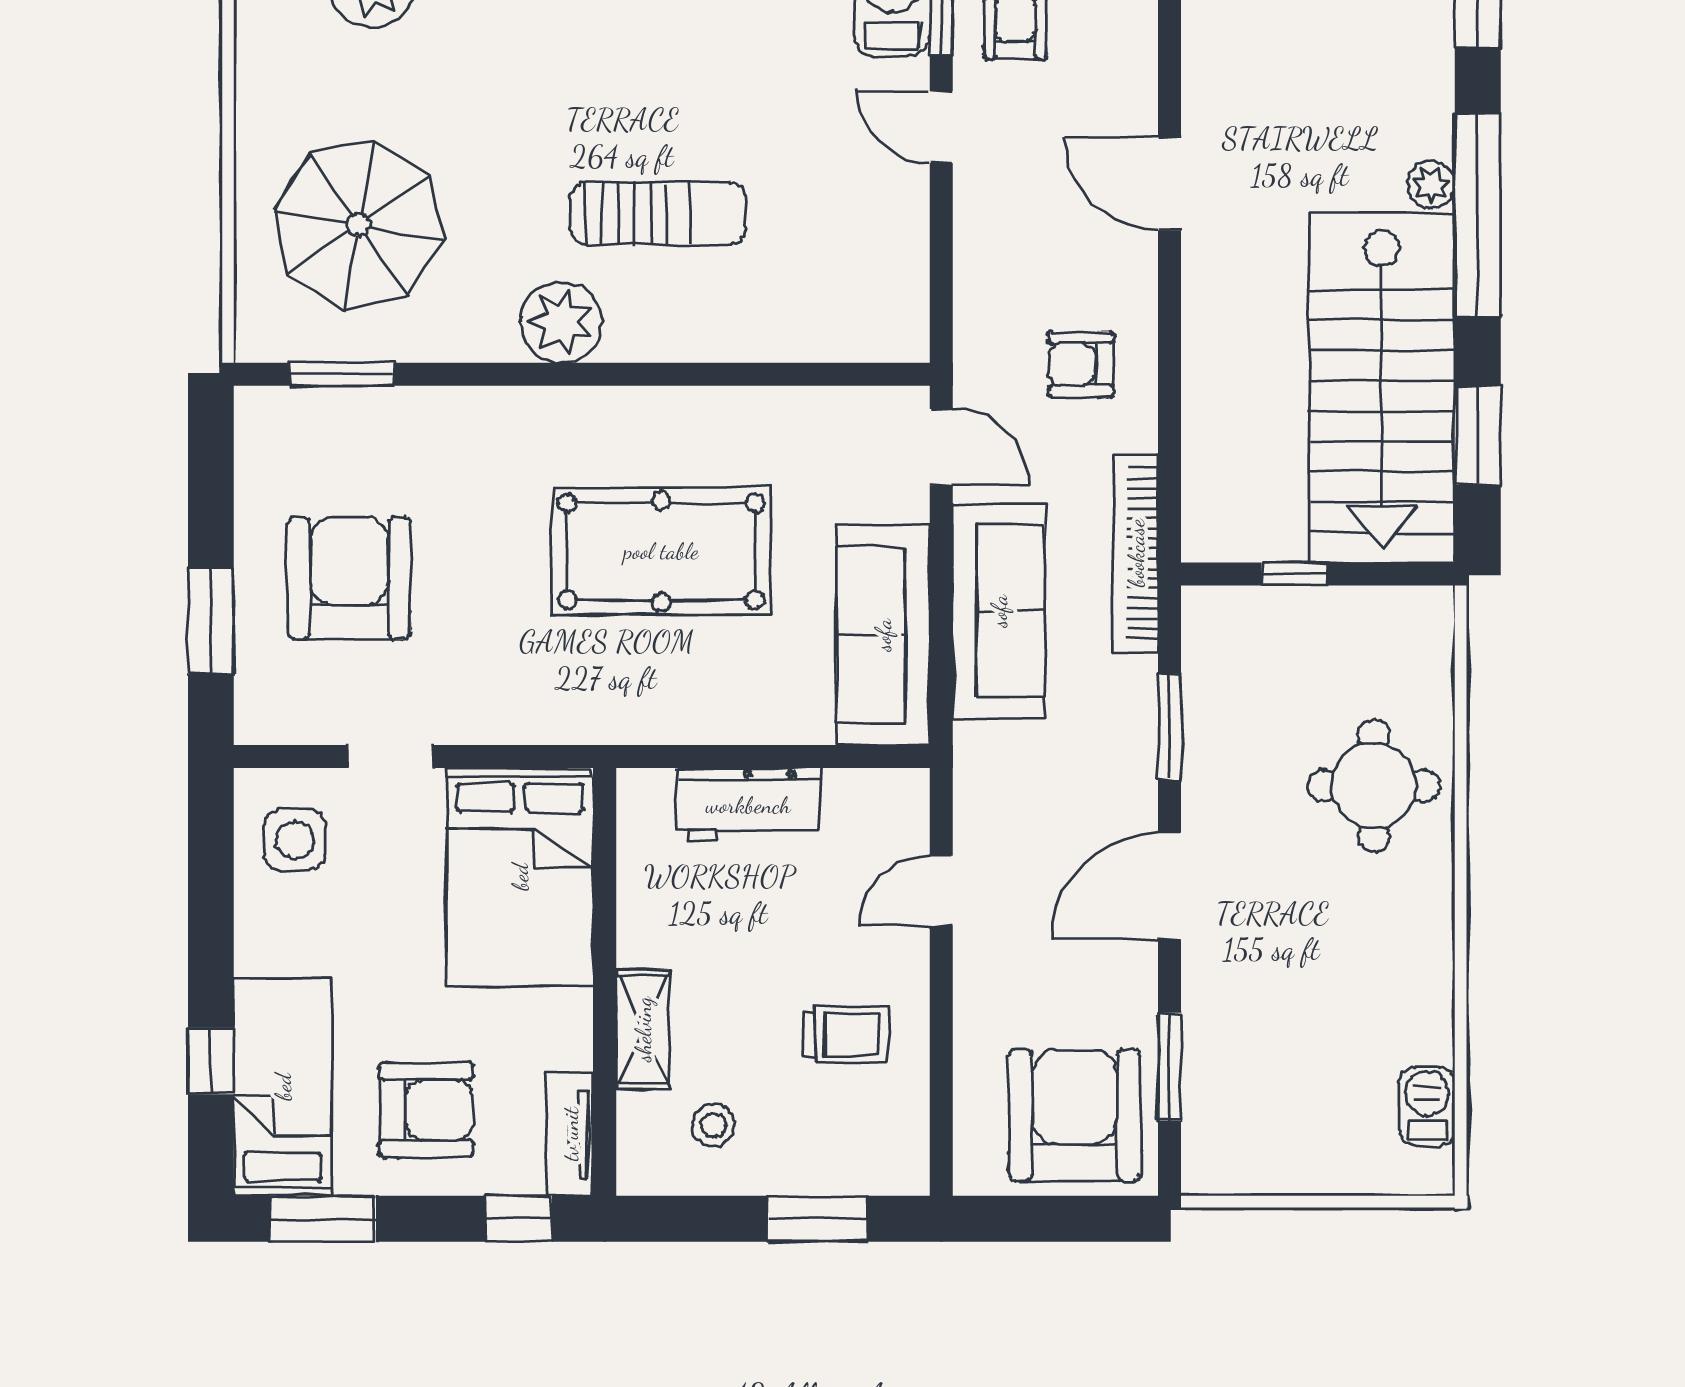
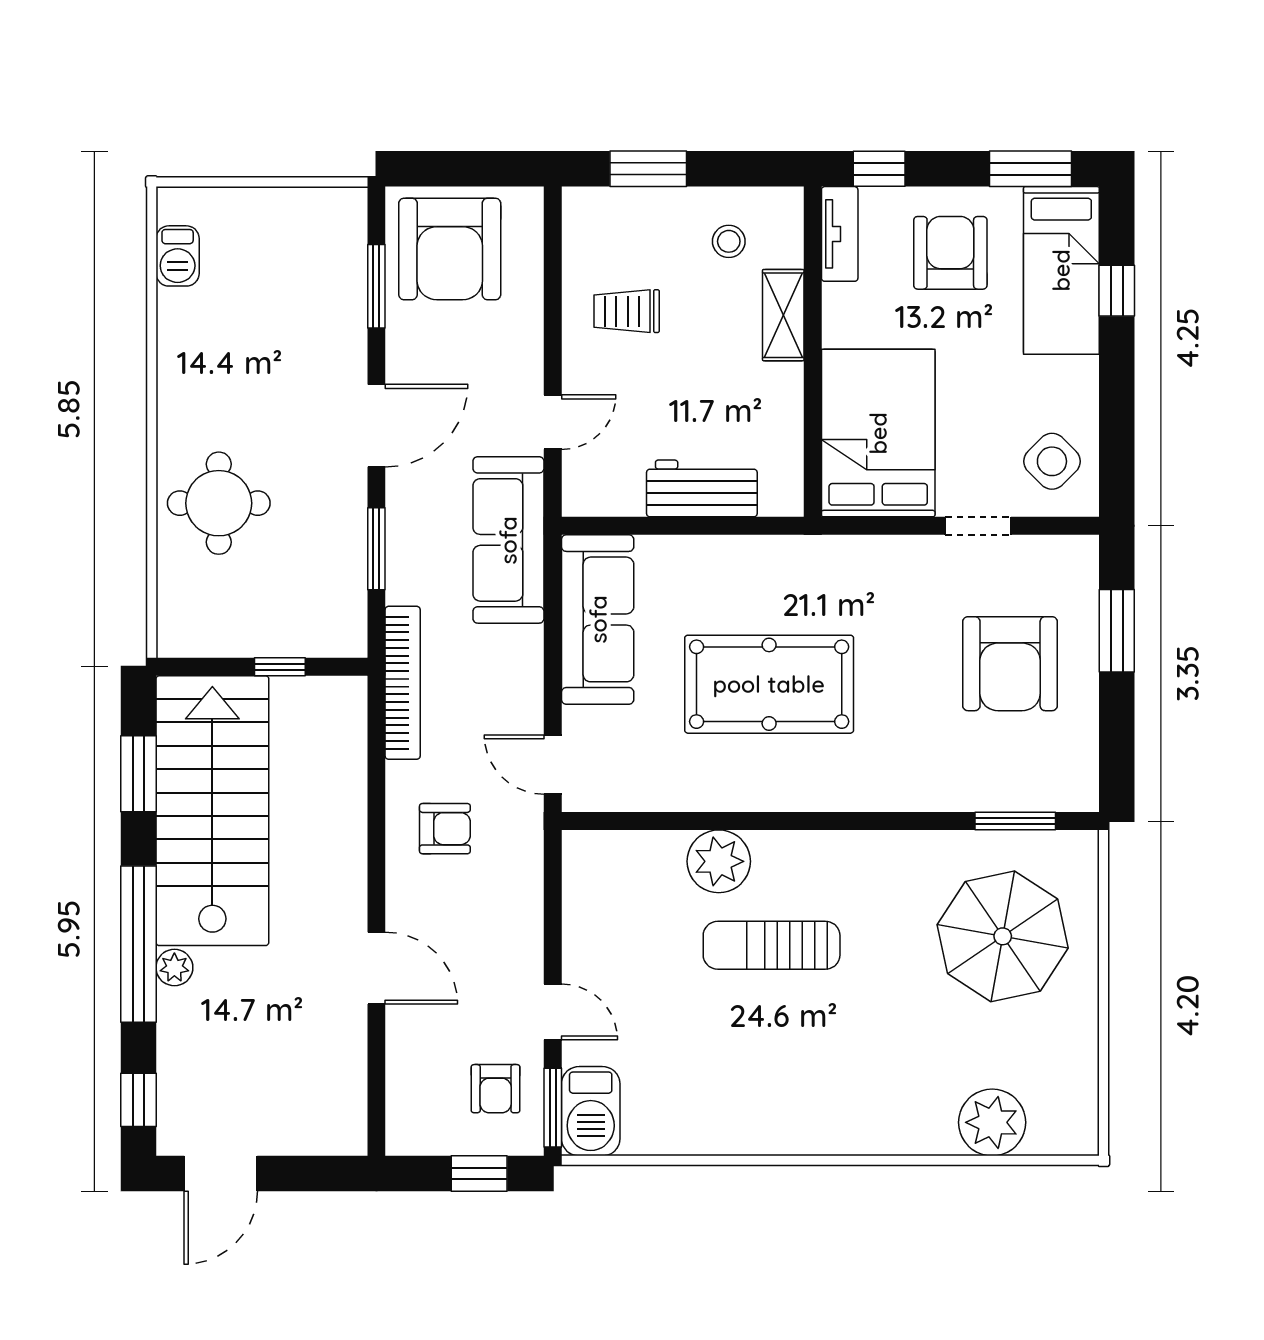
plant: (561, 322) -> (719, 861), moved
sofa: (999, 611) -> (508, 540), moved
side table: (295, 840) -> (1052, 461), turned 45
armchair: (426, 1110) -> (950, 253), turned 90

